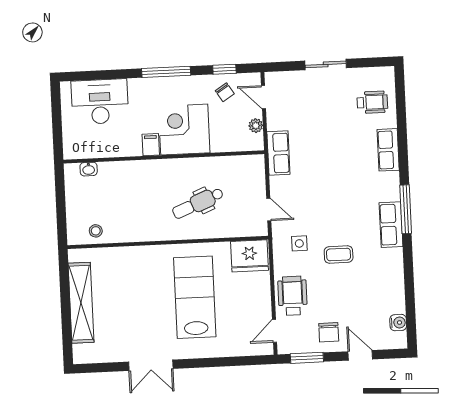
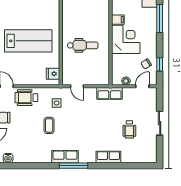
window: (166, 72) -> (160, 19), moved
wheelchair: (372, 102) -> (129, 129), moved
dental chair: (198, 203) -> (83, 45), turned 112
door: (269, 210) -> (77, 86), hinge flipped
fridge: (250, 256) -> (53, 74), width x0.53, depth x0.75
wheelchair: (293, 296) -> (26, 98), turned 180

